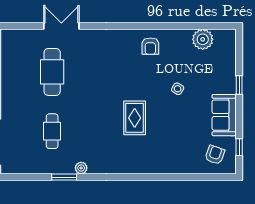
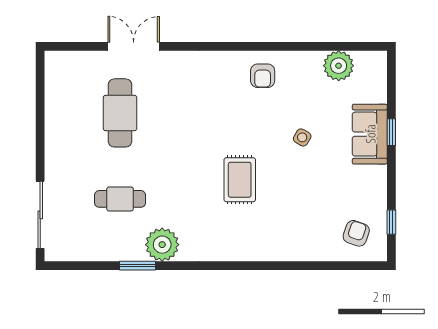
sofa: (224, 115) -> (370, 134), moved
cafe table: (52, 131) -> (120, 199), turned 90
plant: (81, 168) -> (162, 245), width x1.88, depth x1.88

